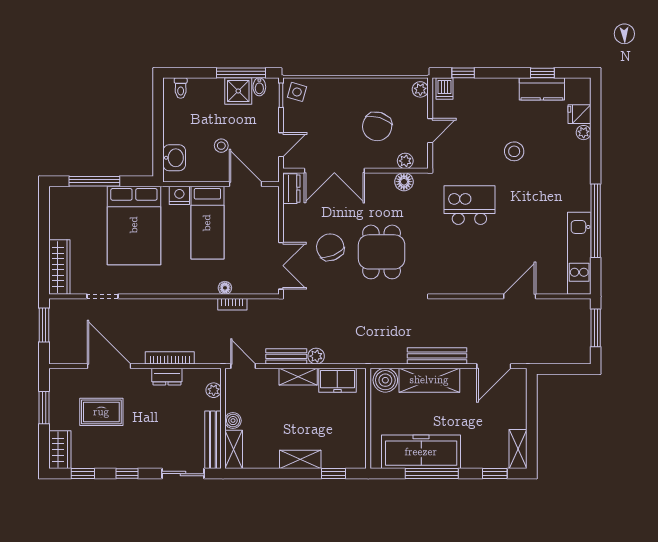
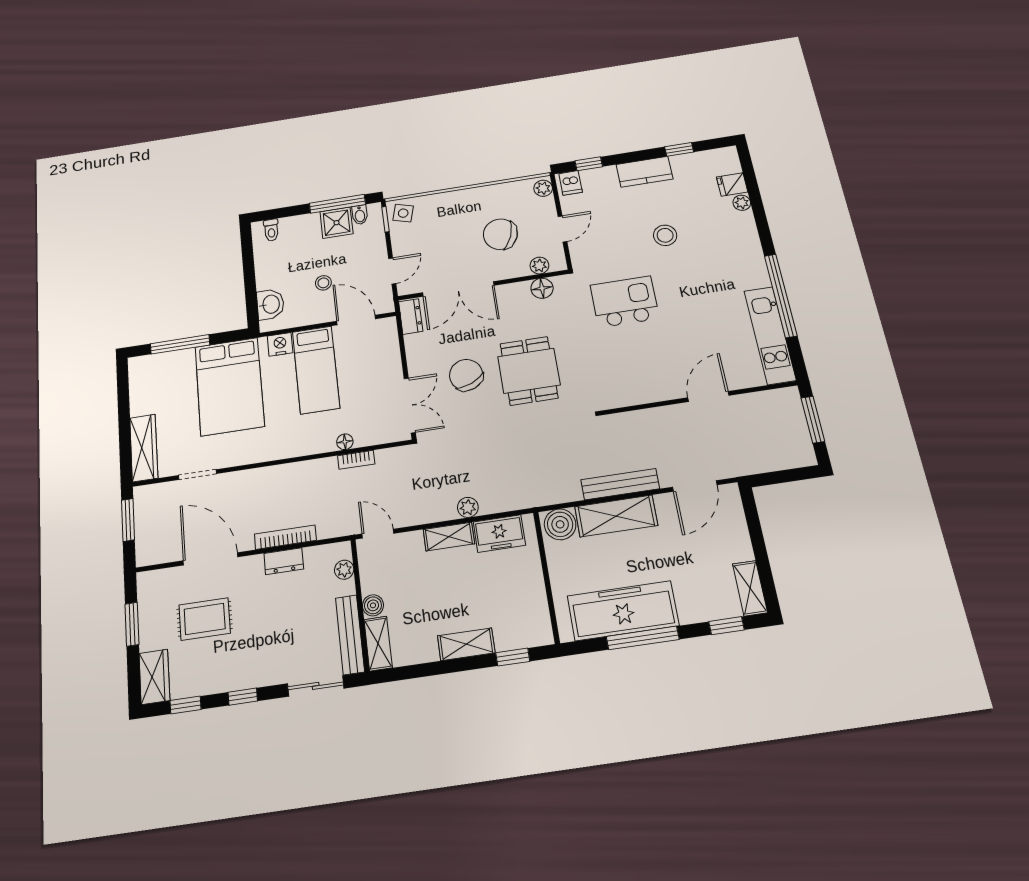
kitchen counter: (542, 89) -> (644, 172), moved
chair: (377, 126) -> (500, 234), turned 94
bench: (286, 356) -> (430, 513), removed

